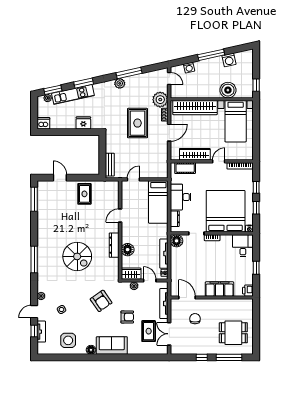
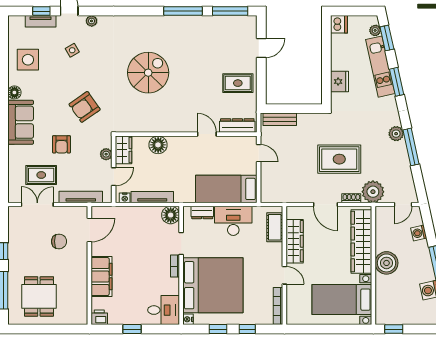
boiler: (228, 90) -> (387, 263), moved
dresser: (114, 245) -> (237, 126), moved
spiral stairs: (77, 256) -> (148, 73), turned 180
window: (34, 259) -> (183, 11), moved

